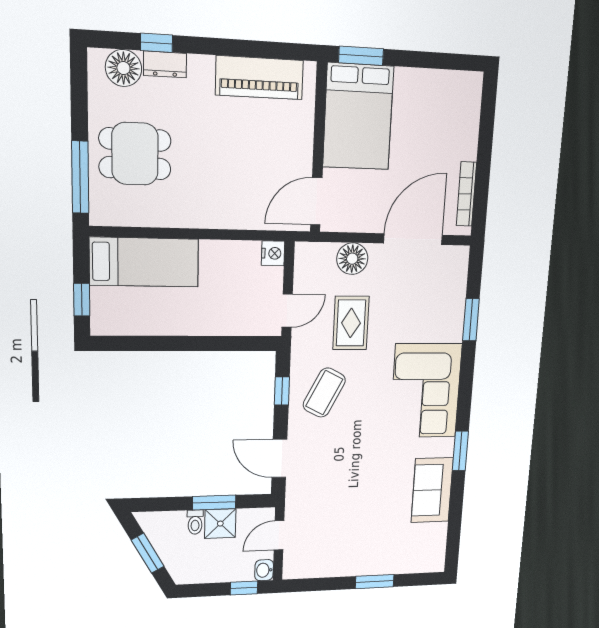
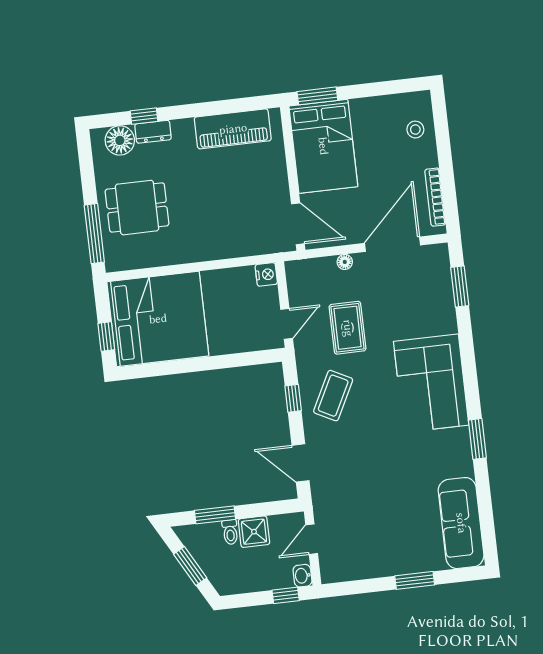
stool: (460, 115) -> (415, 130), added
door: (316, 201) -> (298, 224), swing flipped
floor lamp: (352, 259) -> (345, 262), width x0.53, depth x0.53
bed: (144, 262) -> (158, 319), width x2.04
window: (471, 320) -> (460, 287), moved
sofa: (432, 490) -> (461, 523), moved, width x1.36
window: (214, 502) -> (215, 515), moved

